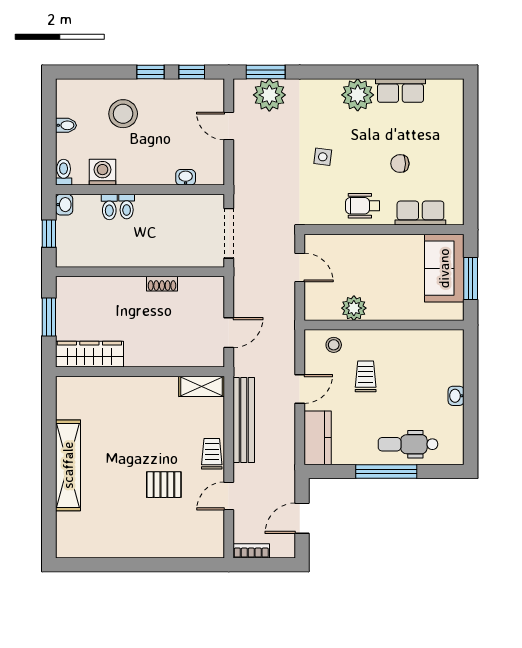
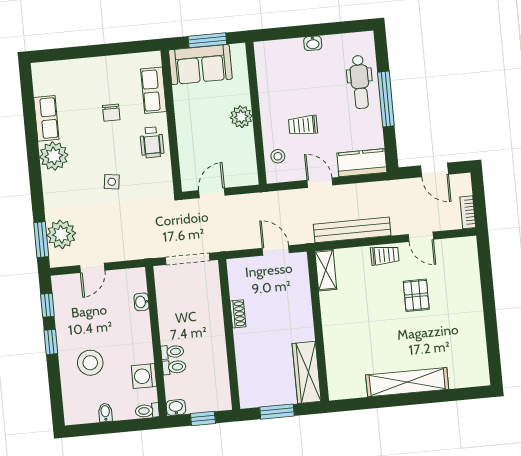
plant: (354, 308) -> (241, 117), moved
trolley: (212, 454) -> (385, 255), turned 180

